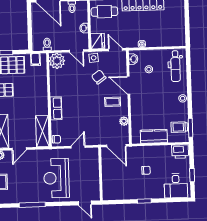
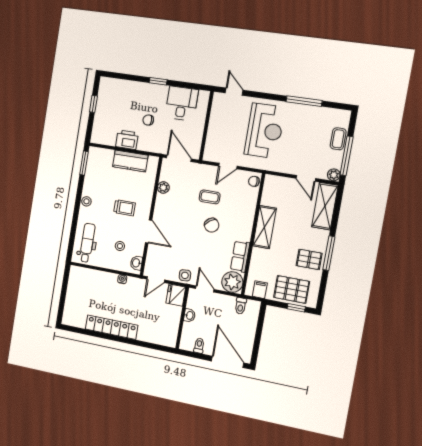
cafe table: (104, 12) -> (160, 330), removed
door: (115, 50) -> (156, 280), hinge flipped
chair: (99, 77) -> (212, 225), moved
coffee table: (113, 102) -> (210, 197), moved
row of seats: (56, 108) -> (240, 256), moved
trolley: (179, 127) -> (125, 208), moved
shelving: (42, 131) -> (265, 227), moved
door: (19, 149) -> (306, 178), swing flipped
printer: (180, 152) -> (127, 140), moved
desk: (176, 186) -> (182, 103), moved

